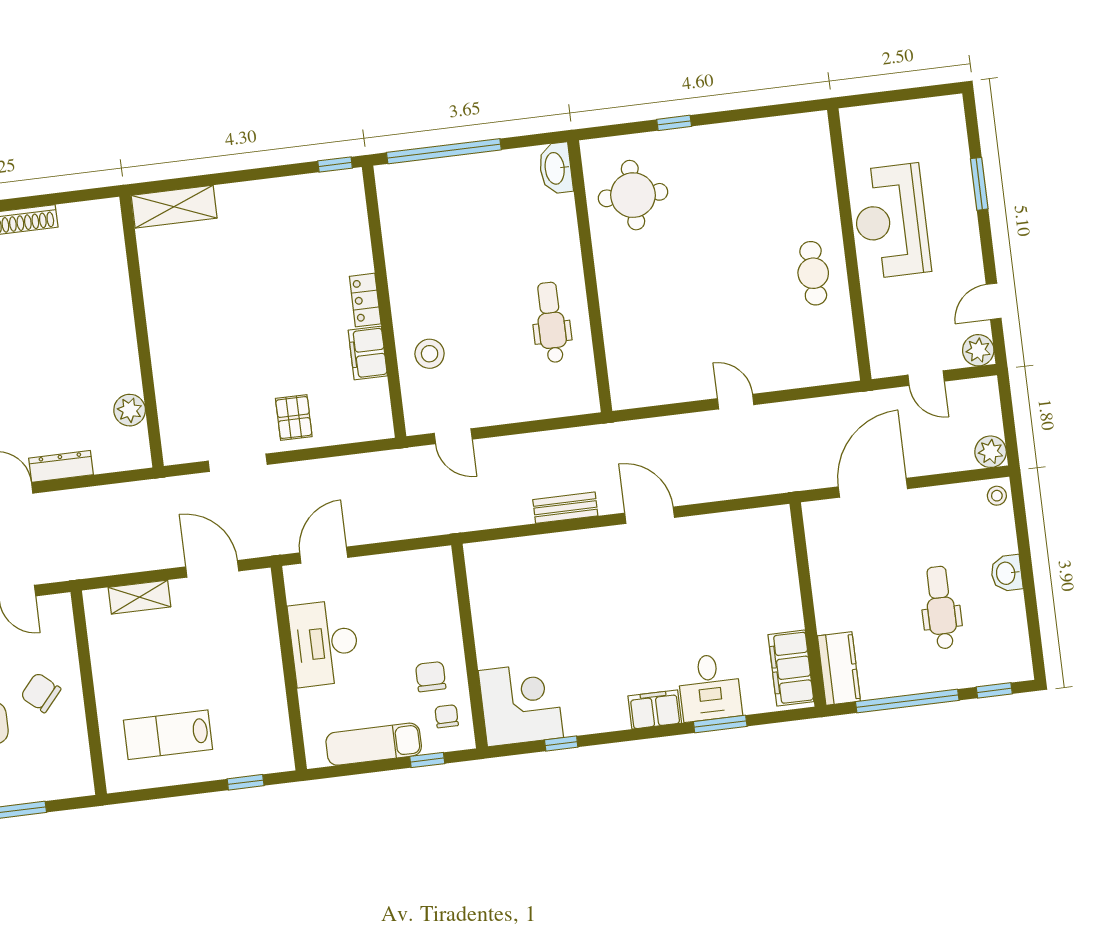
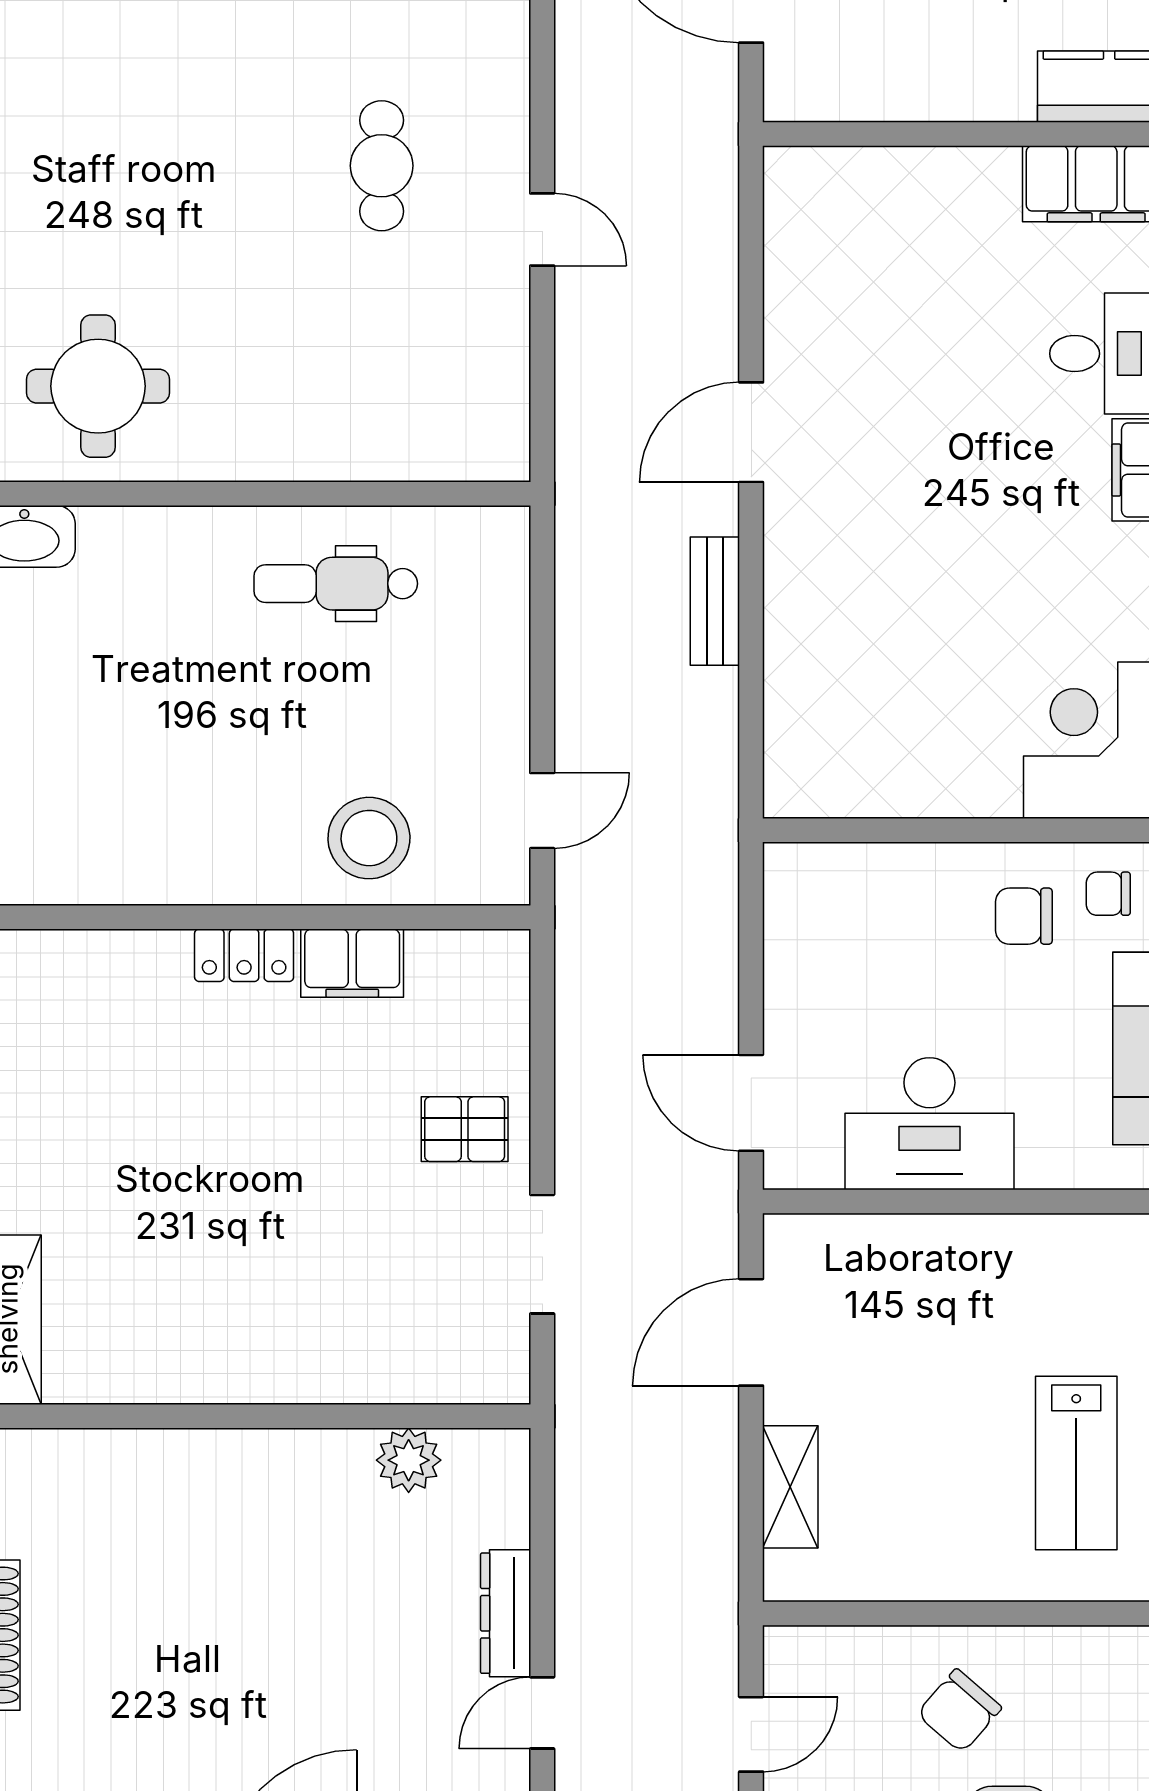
cafe table: (813, 273) -> (382, 166), moved, turned 90
stool: (430, 354) -> (369, 838), width x1.38, depth x1.38
door: (736, 402) -> (542, 229), swing flipped

